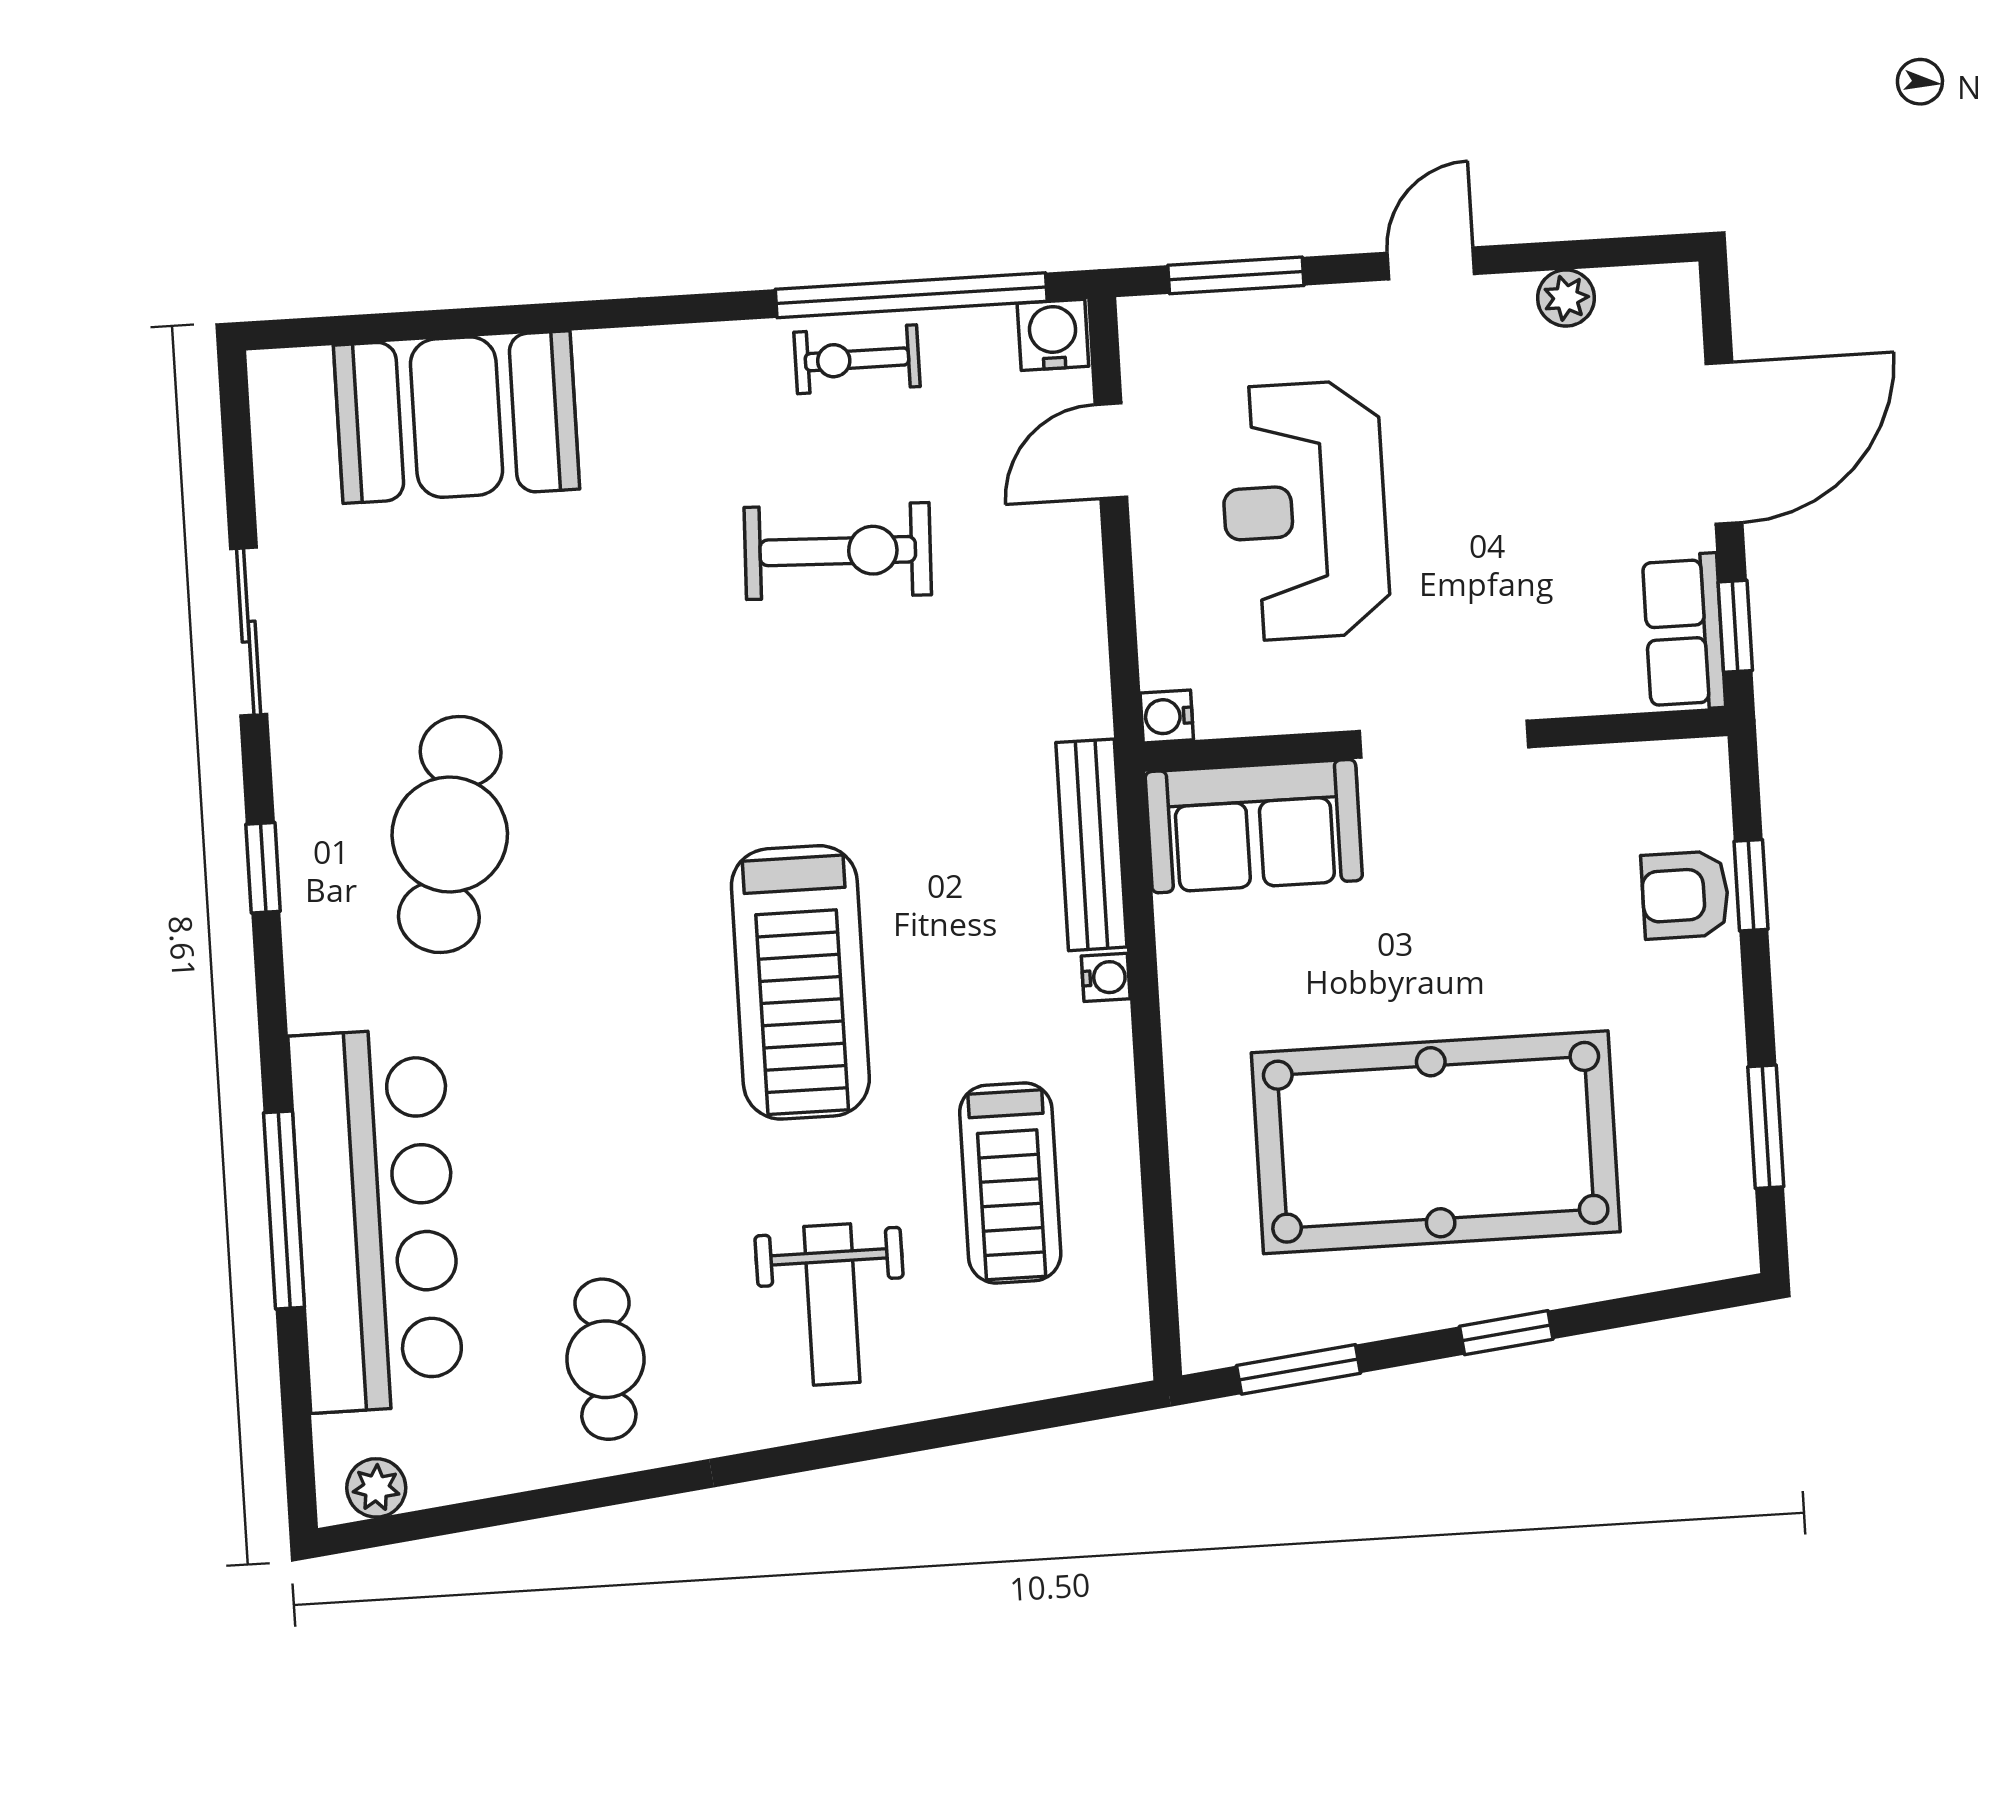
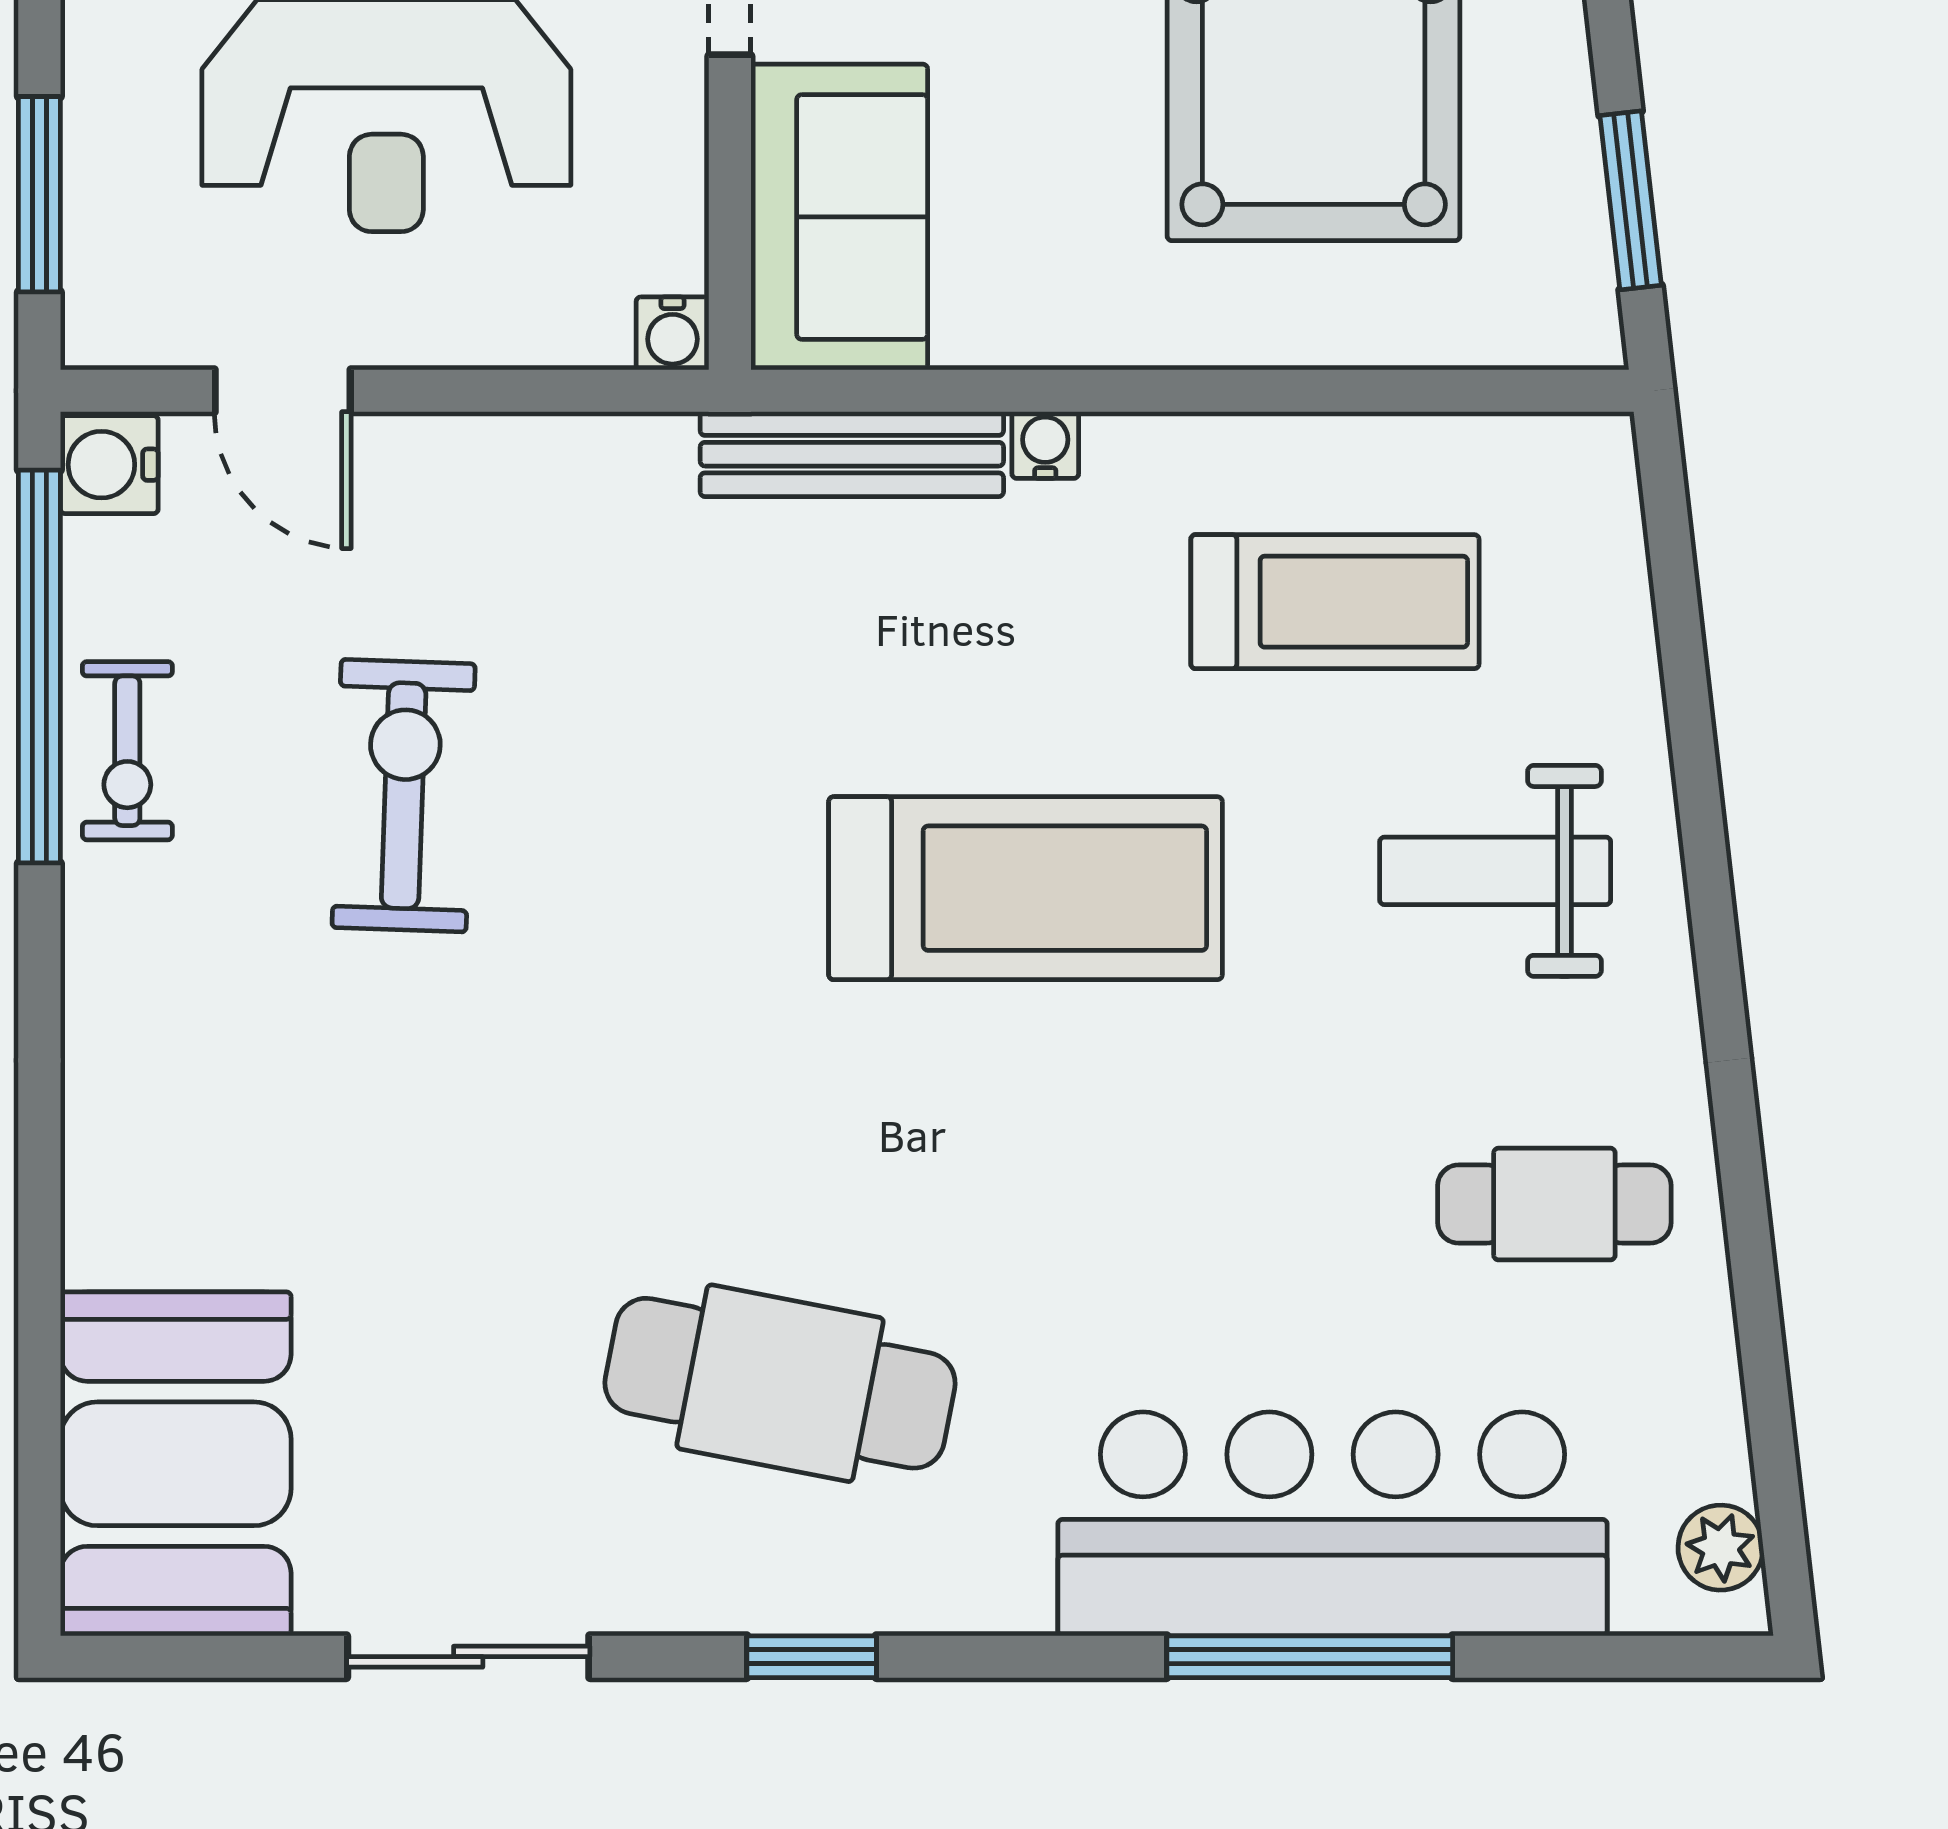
booth: (456, 417) -> (176, 1464), moved
weight bench: (832, 1304) -> (1495, 871), turned 180

